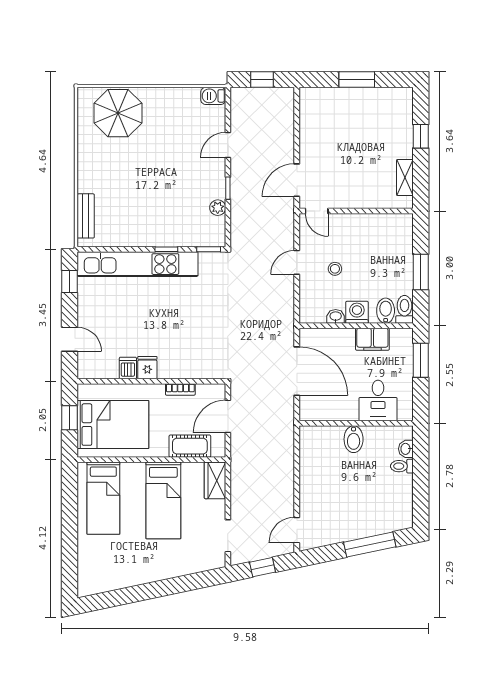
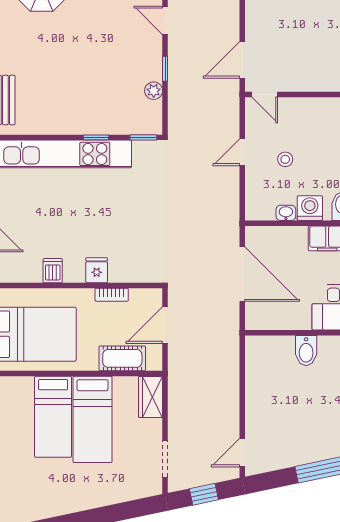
door: (228, 145) -> (165, 20), hinge flipped
fridge: (147, 368) -> (97, 270), moved
bed: (103, 498) -> (53, 417), moved

